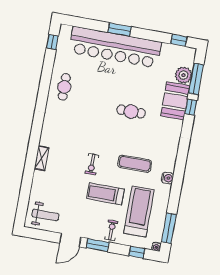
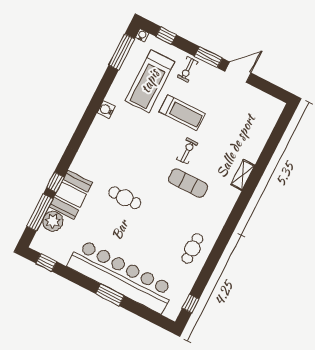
exercise mat: (135, 164) -> (188, 183), moved
weight bench: (45, 215) -> (258, 109), removed

